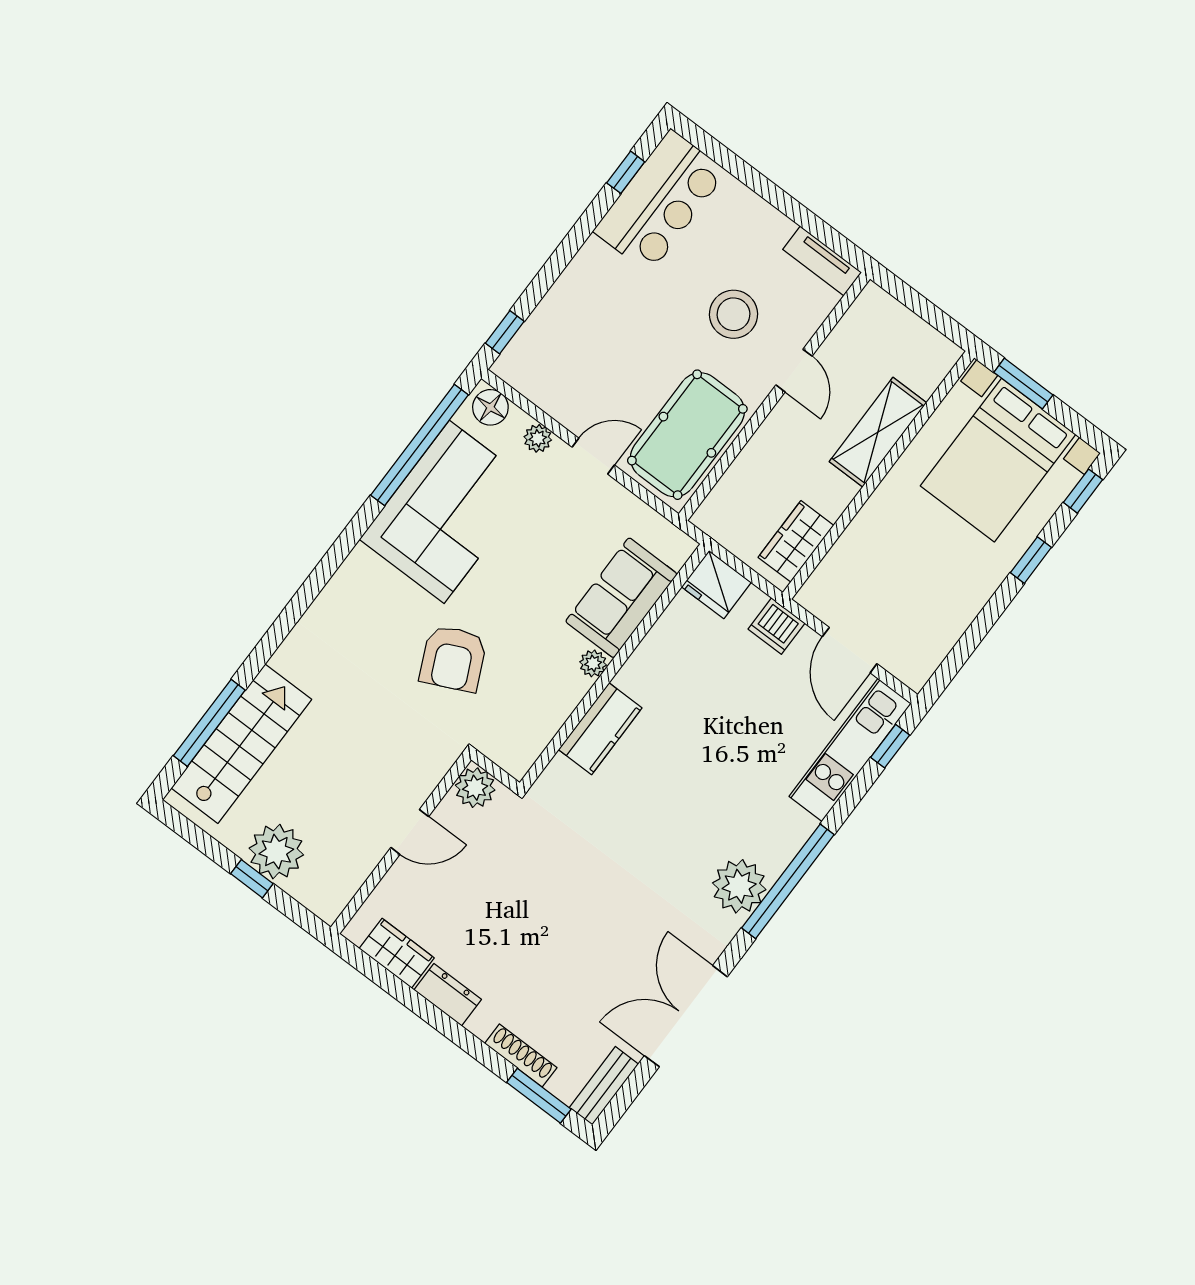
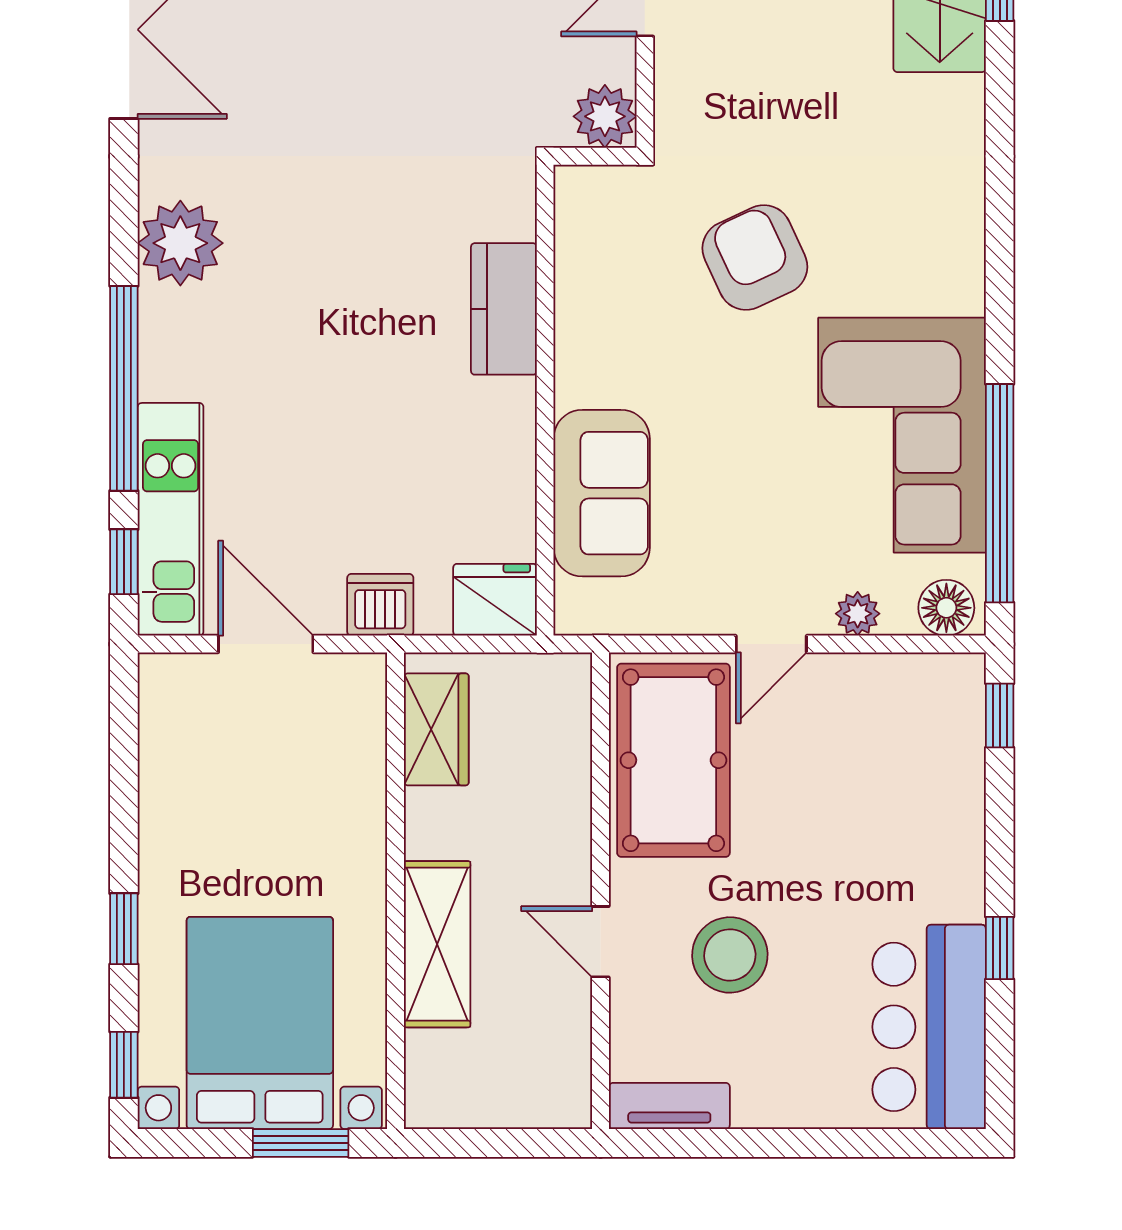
window: (626, 172) -> (1000, 948), moved
plant: (593, 663) -> (575, 384), removed
window: (788, 881) -> (124, 388), moved

